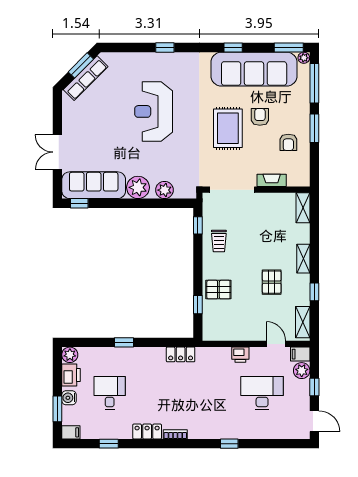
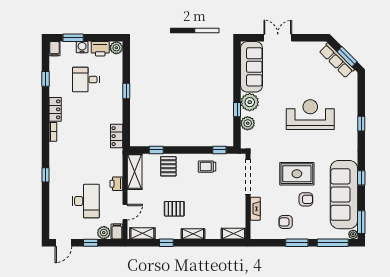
window: (79, 203) -> (237, 110), moved
shelving: (225, 332) -> (135, 172), added
desk: (110, 393) -> (86, 80), turned 180

